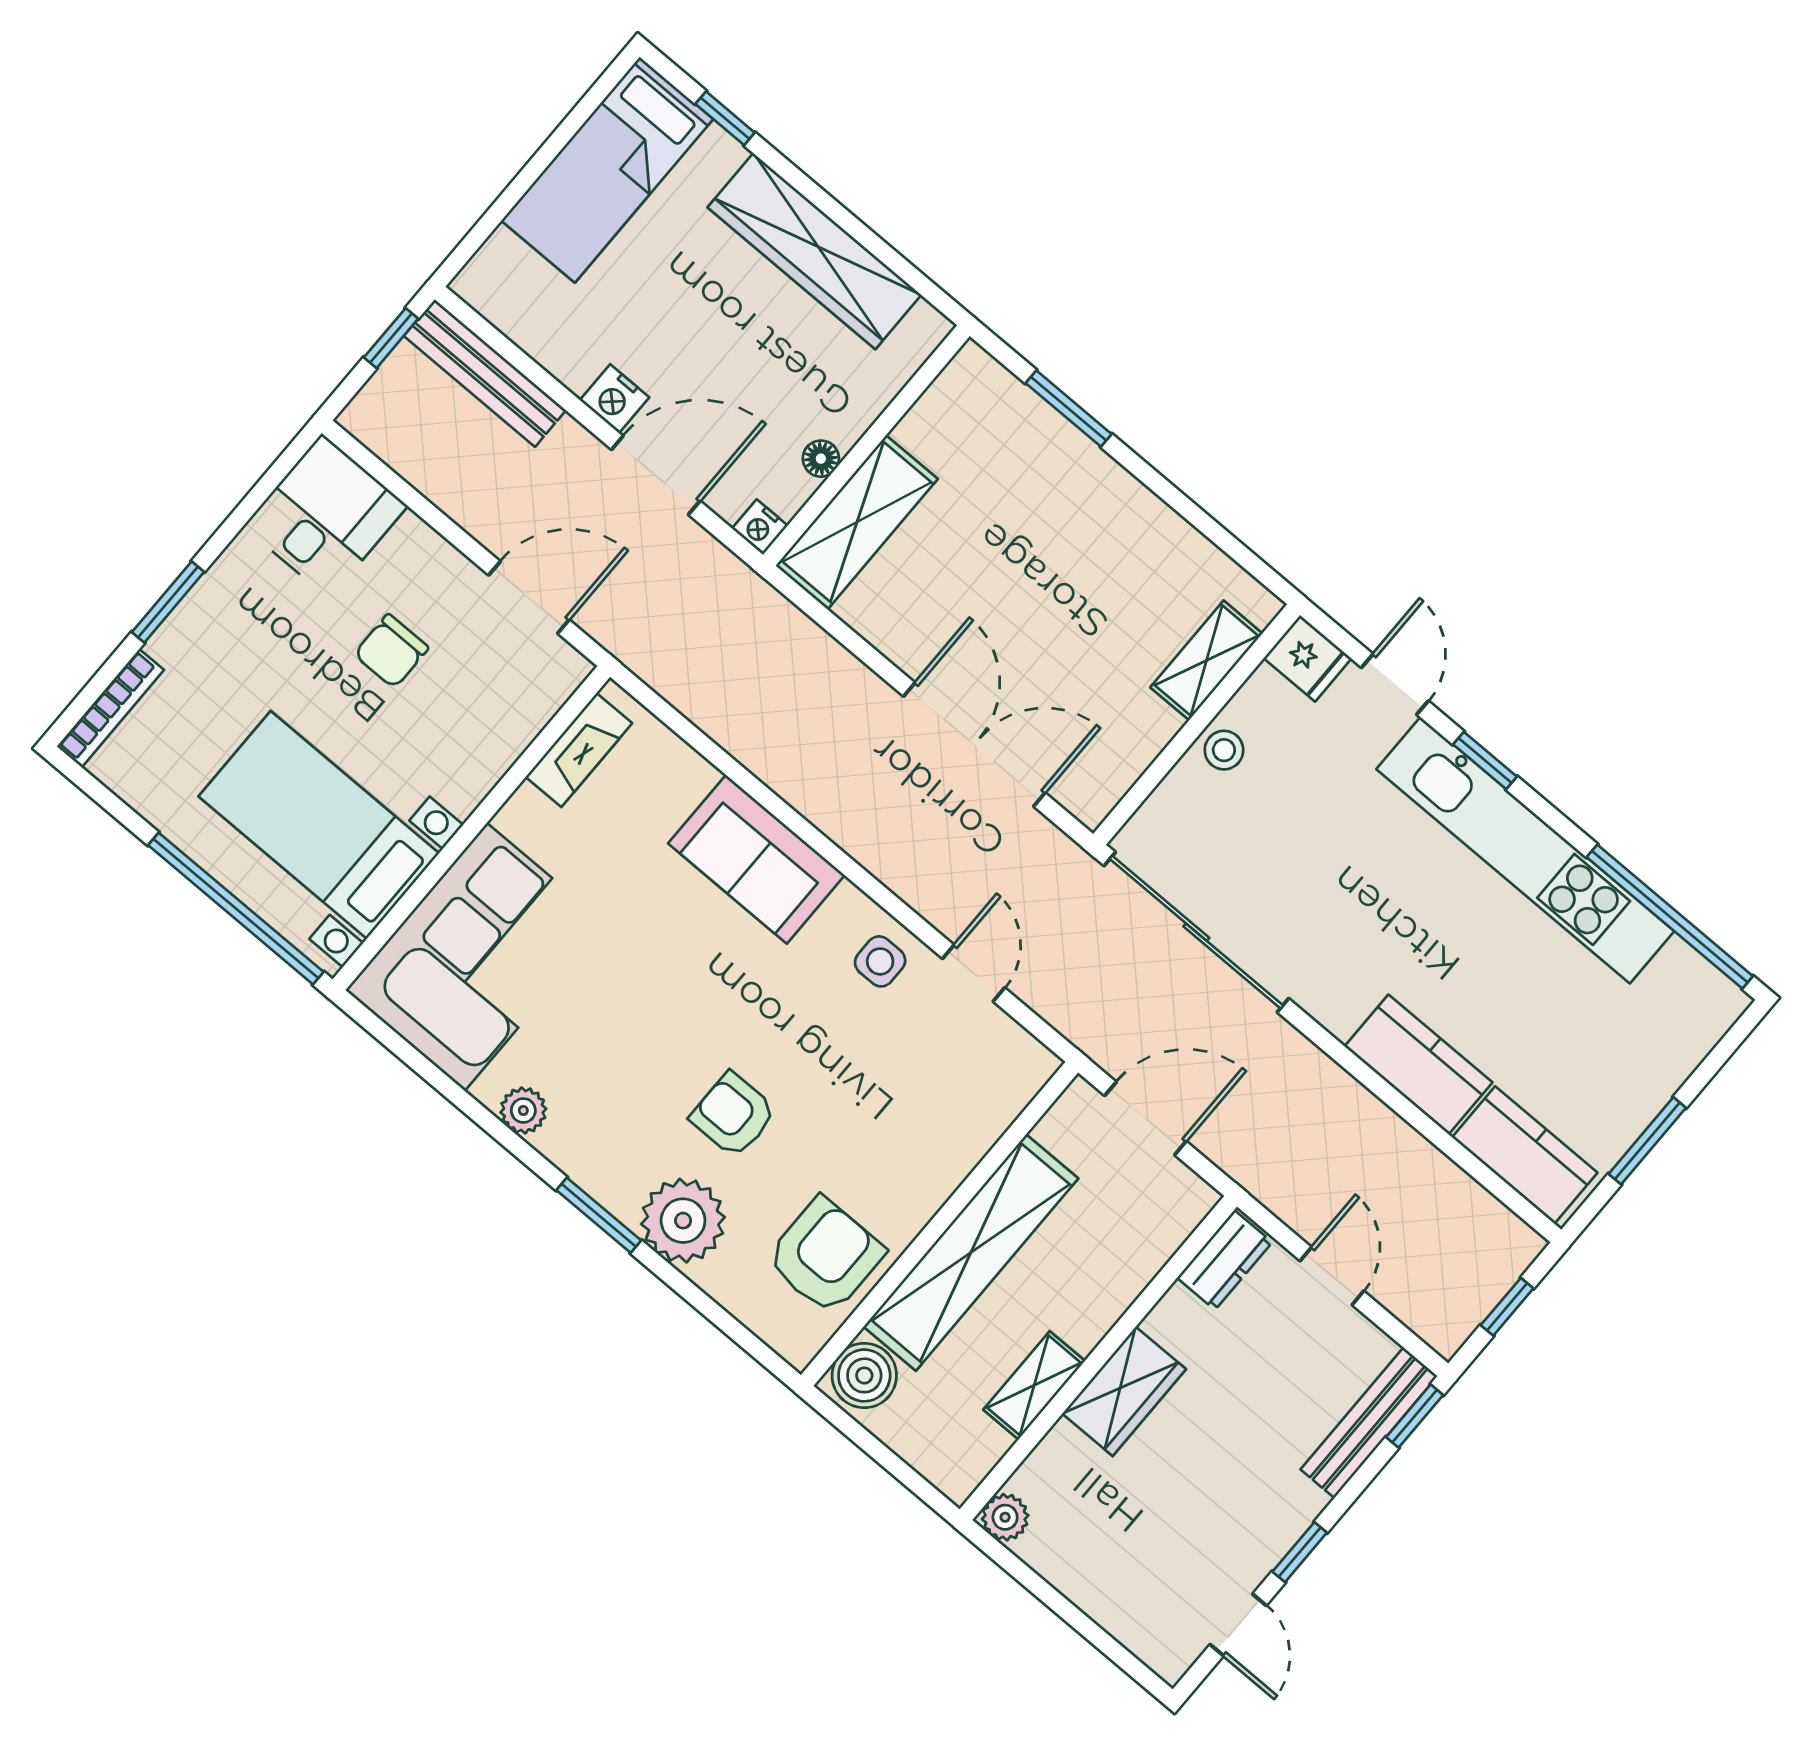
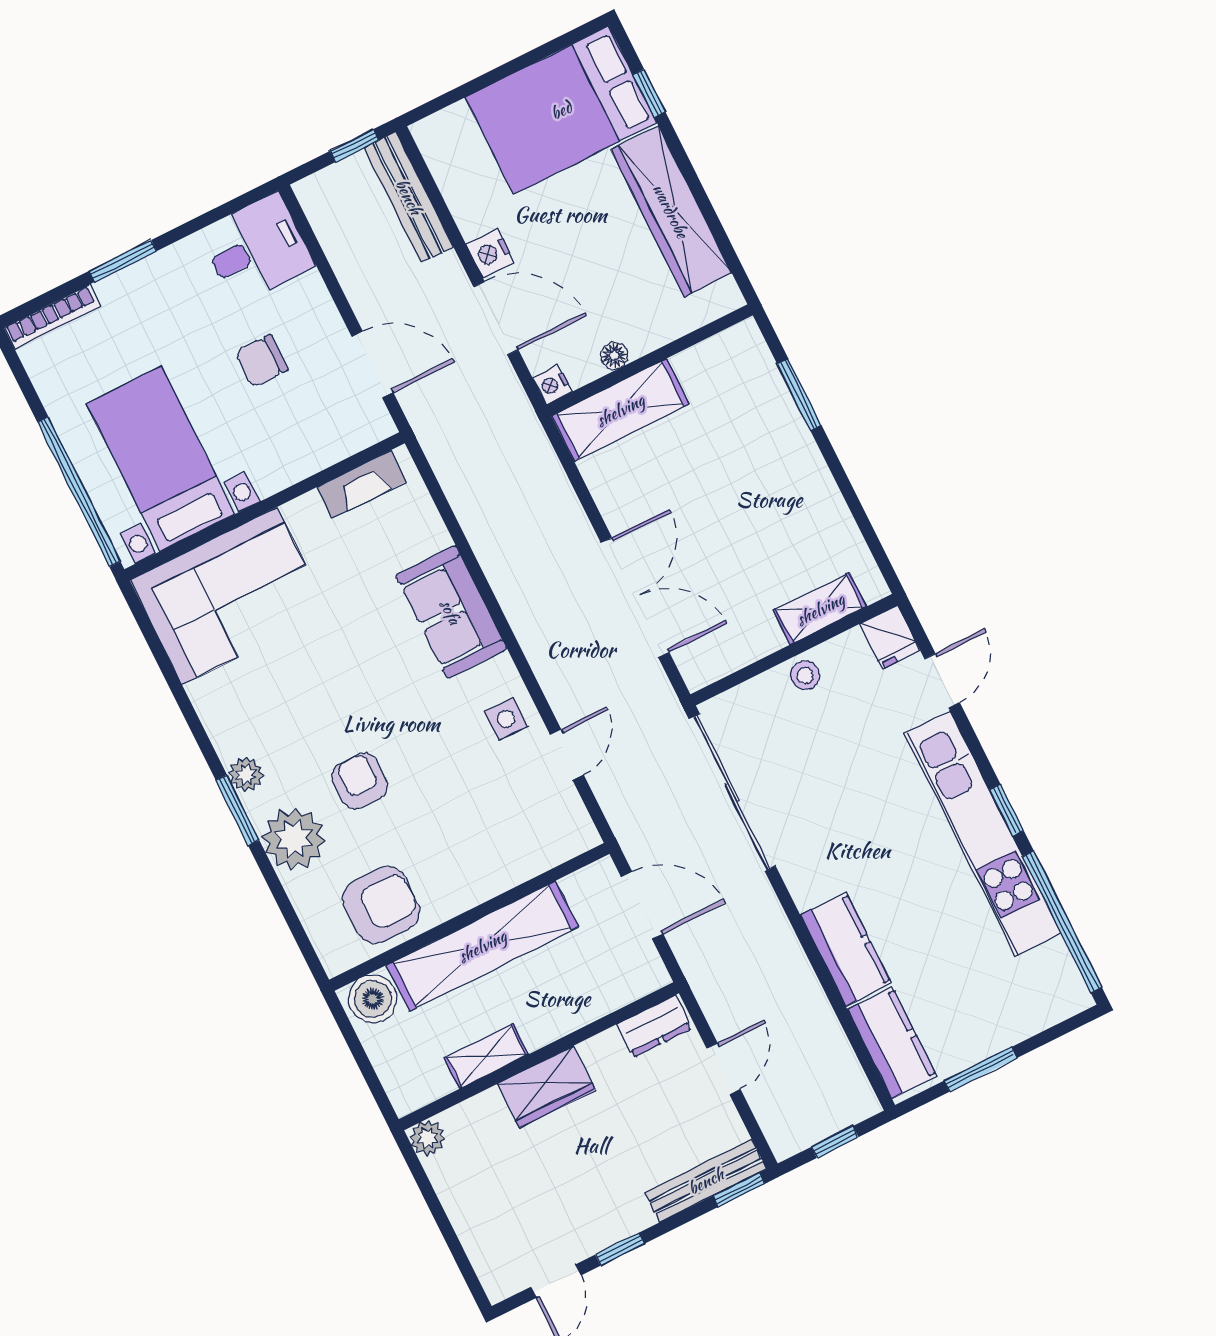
bed: (607, 170) -> (561, 110), width x1.50
window: (1485, 760) -> (1007, 810), moved
plant: (523, 1110) -> (246, 774), moved

